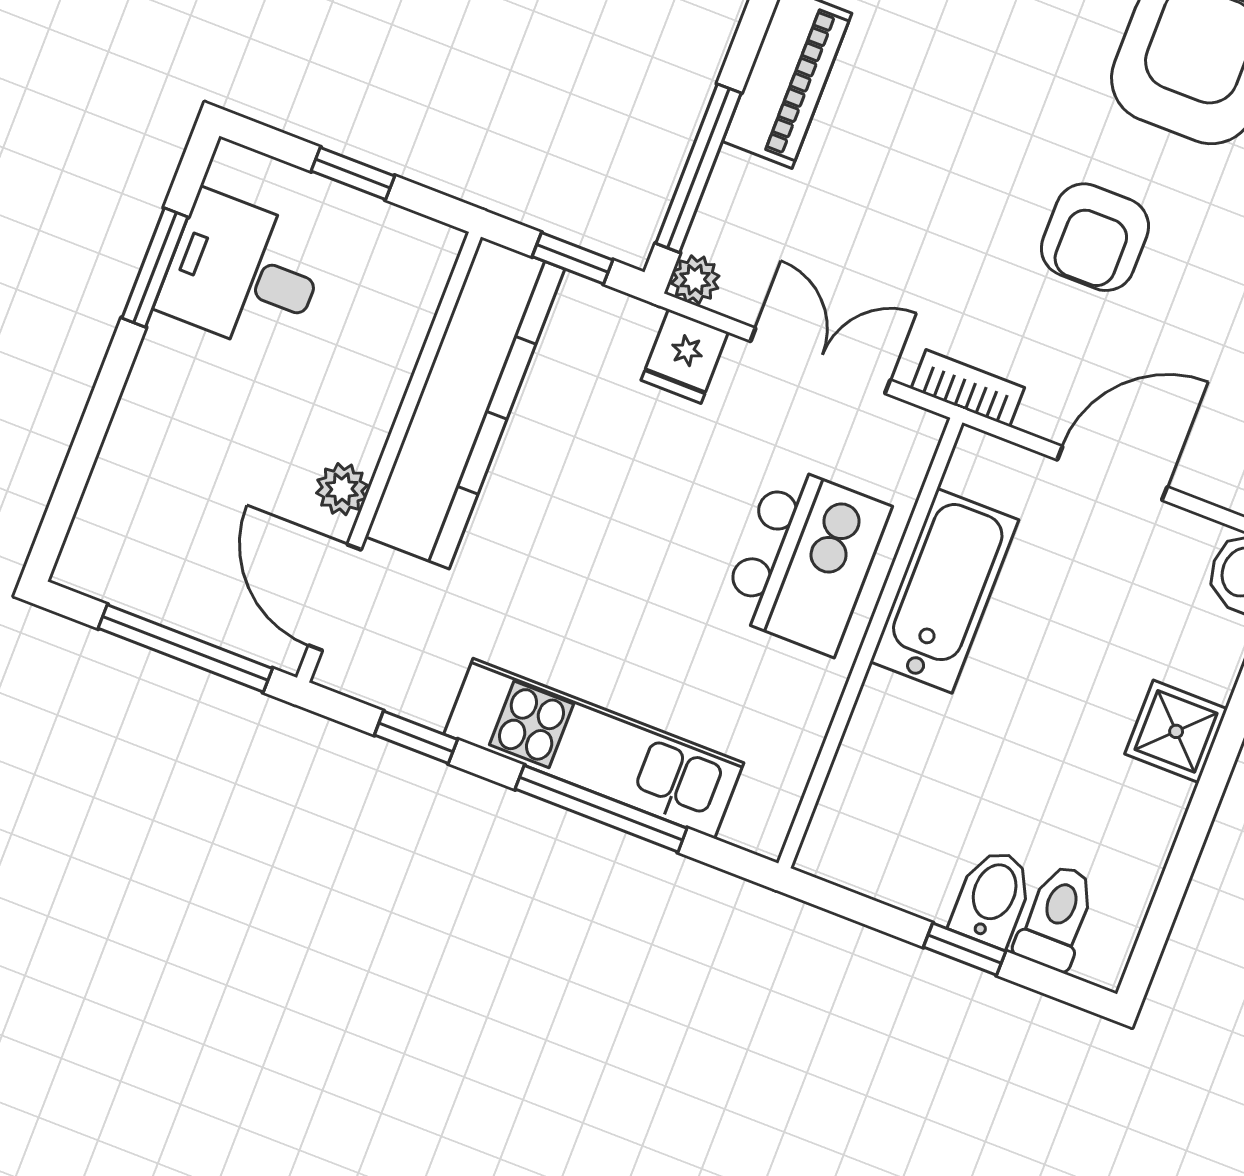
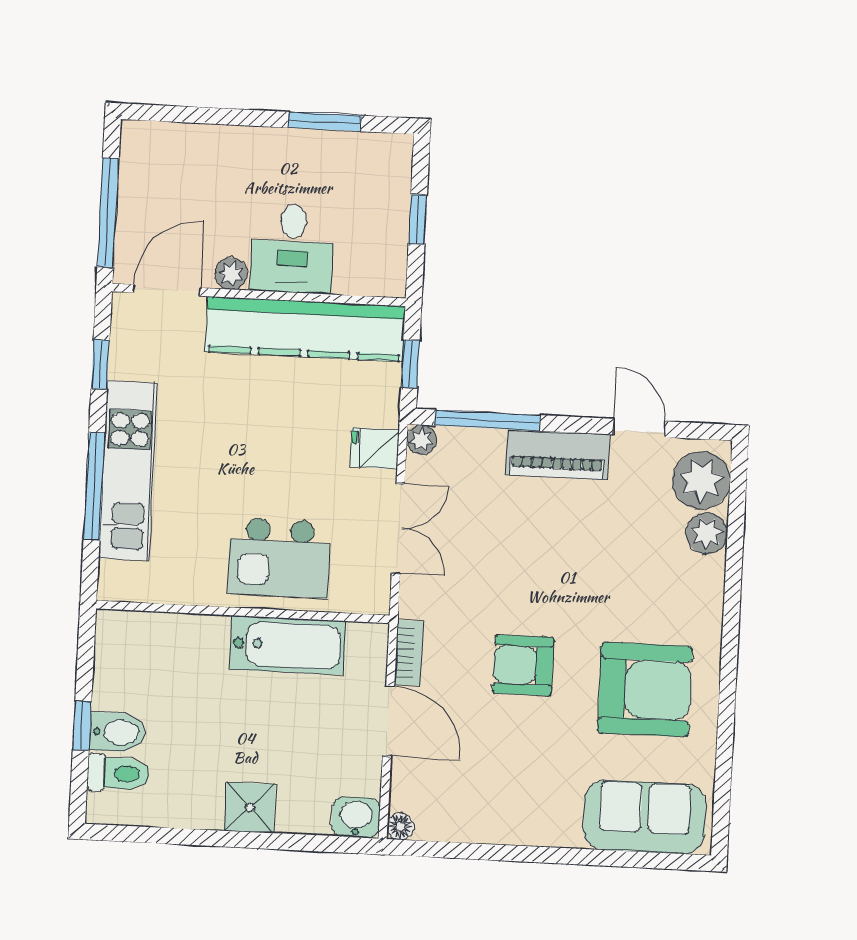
desk: (243, 273) -> (292, 249), moved, turned 180
bookcase: (968, 388) -> (409, 653), moved

